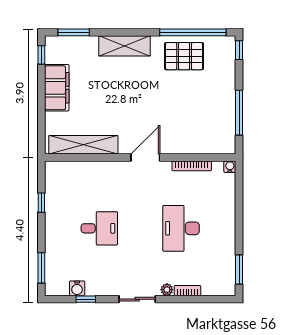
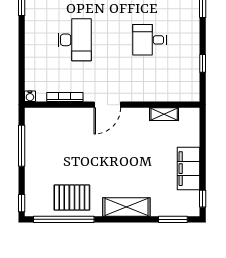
shelving: (83, 145) -> (164, 114), width x0.45, depth x0.75

